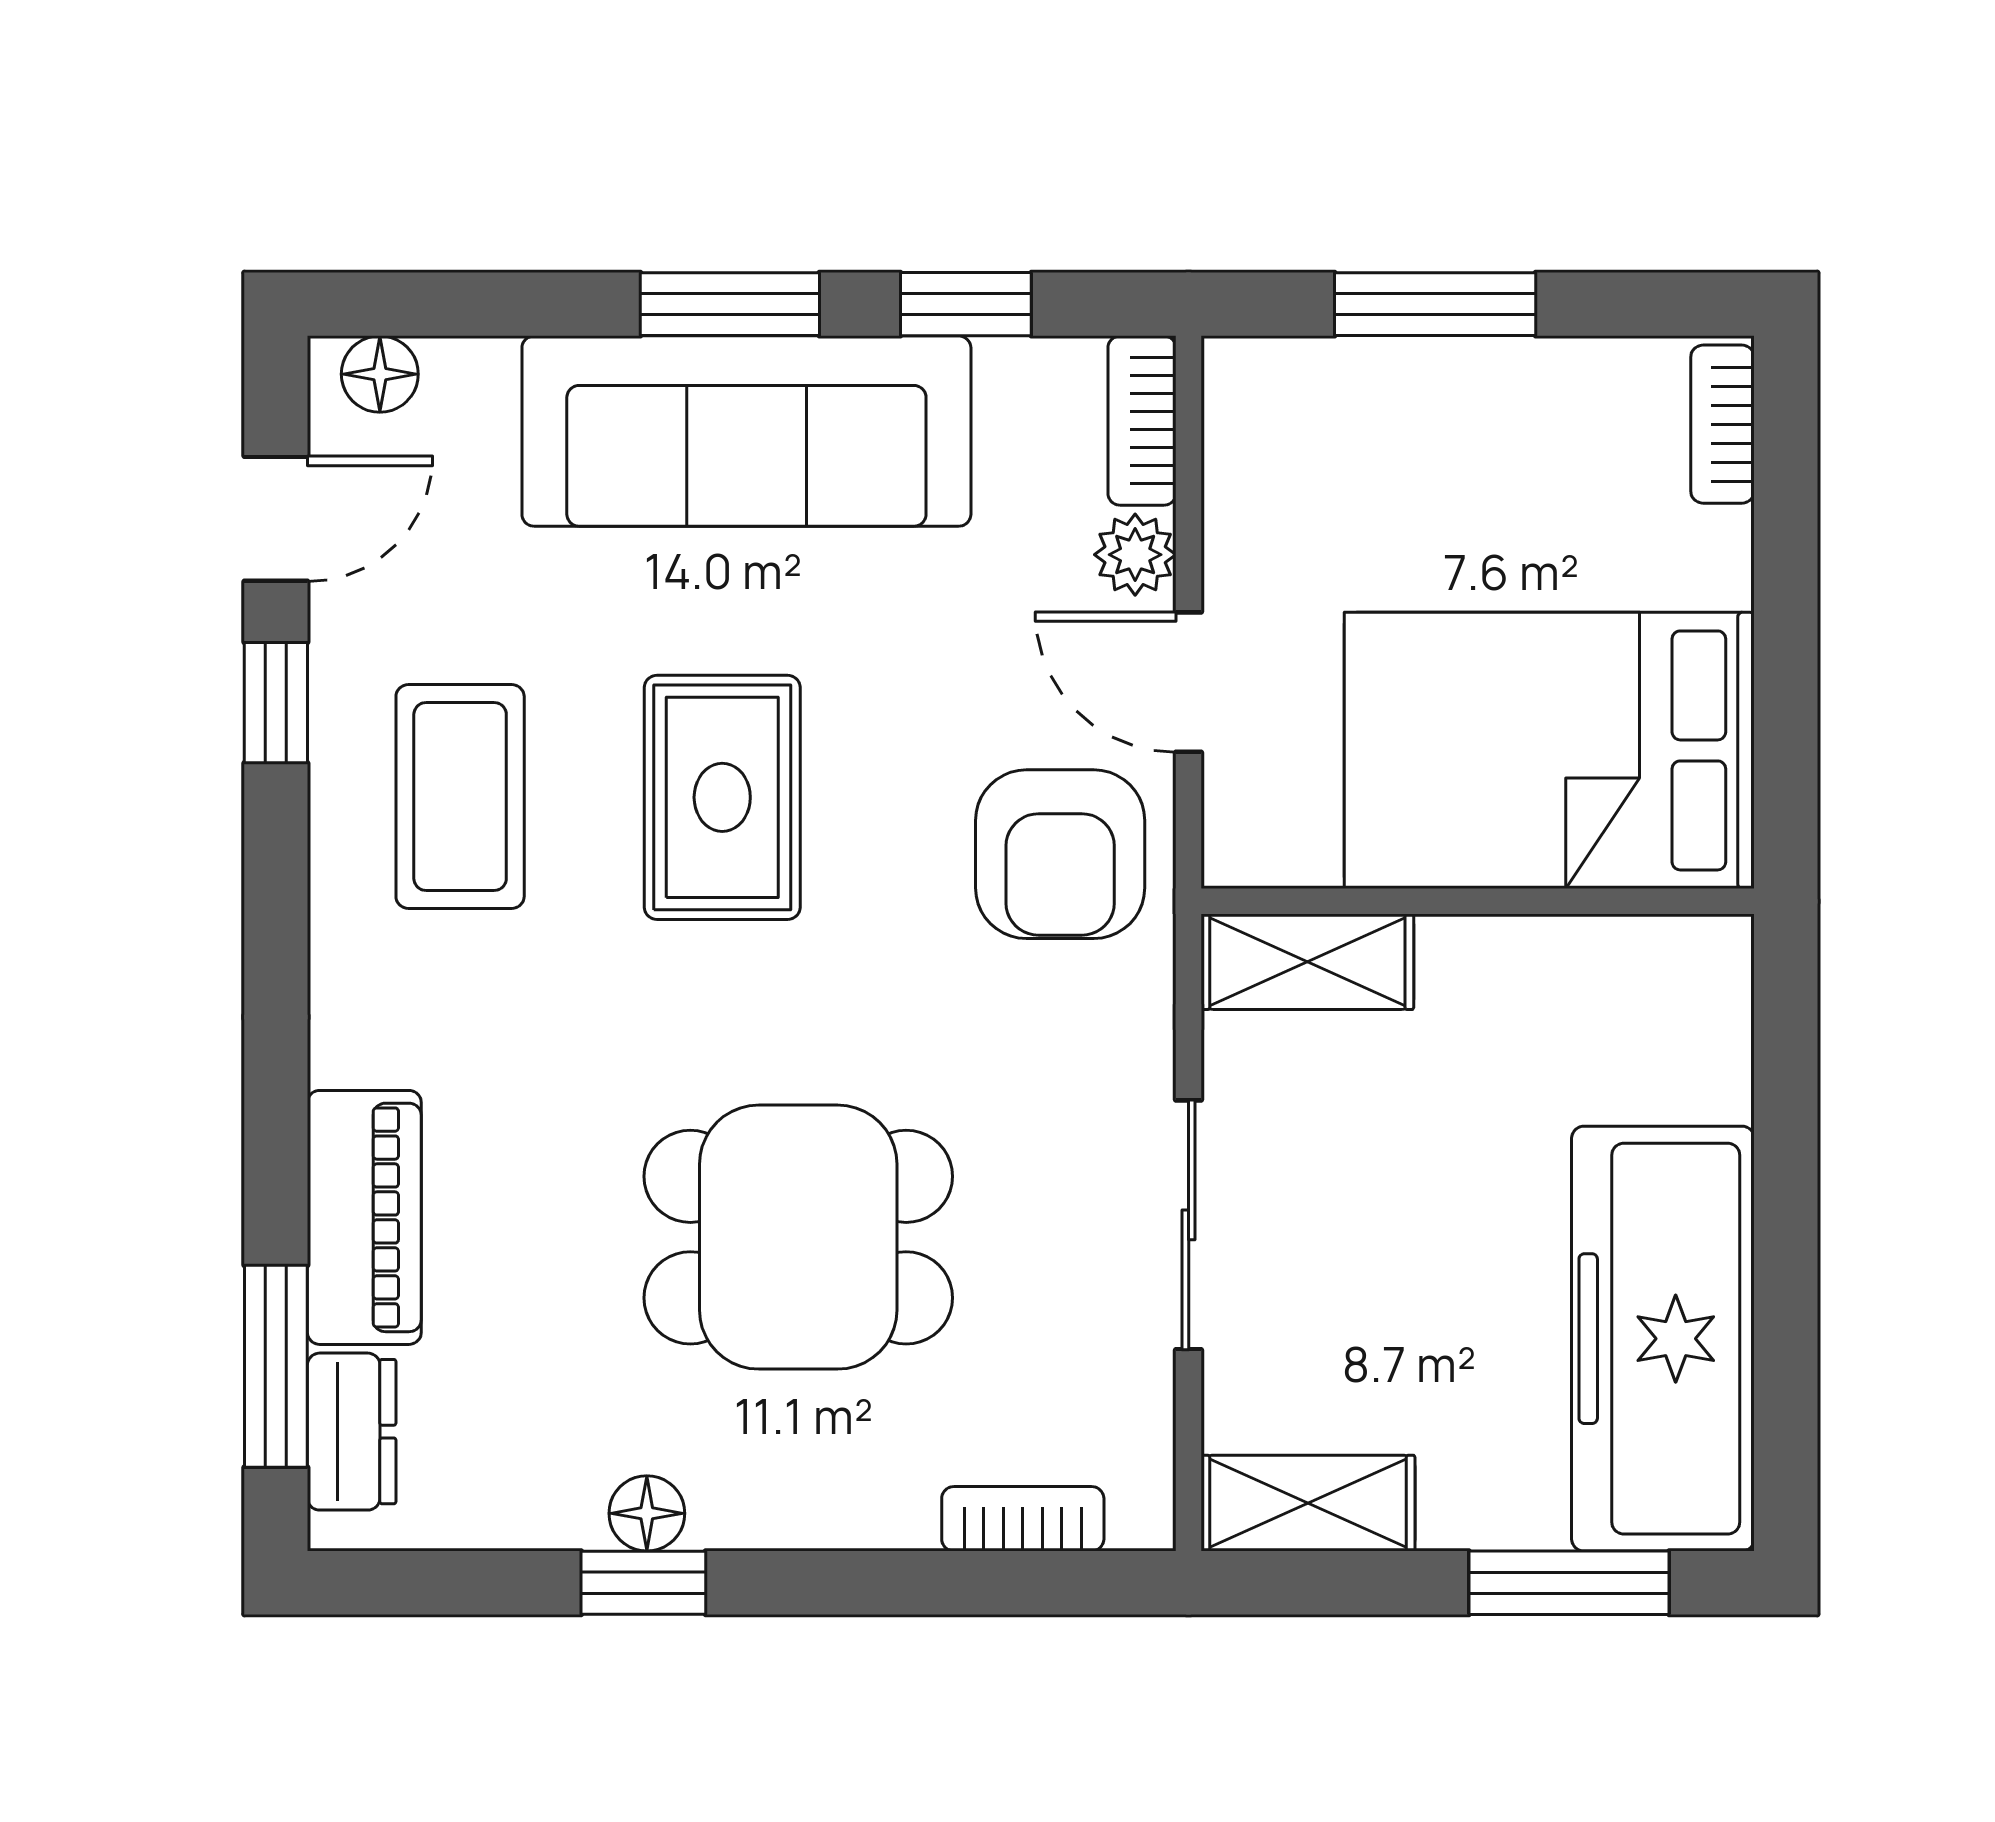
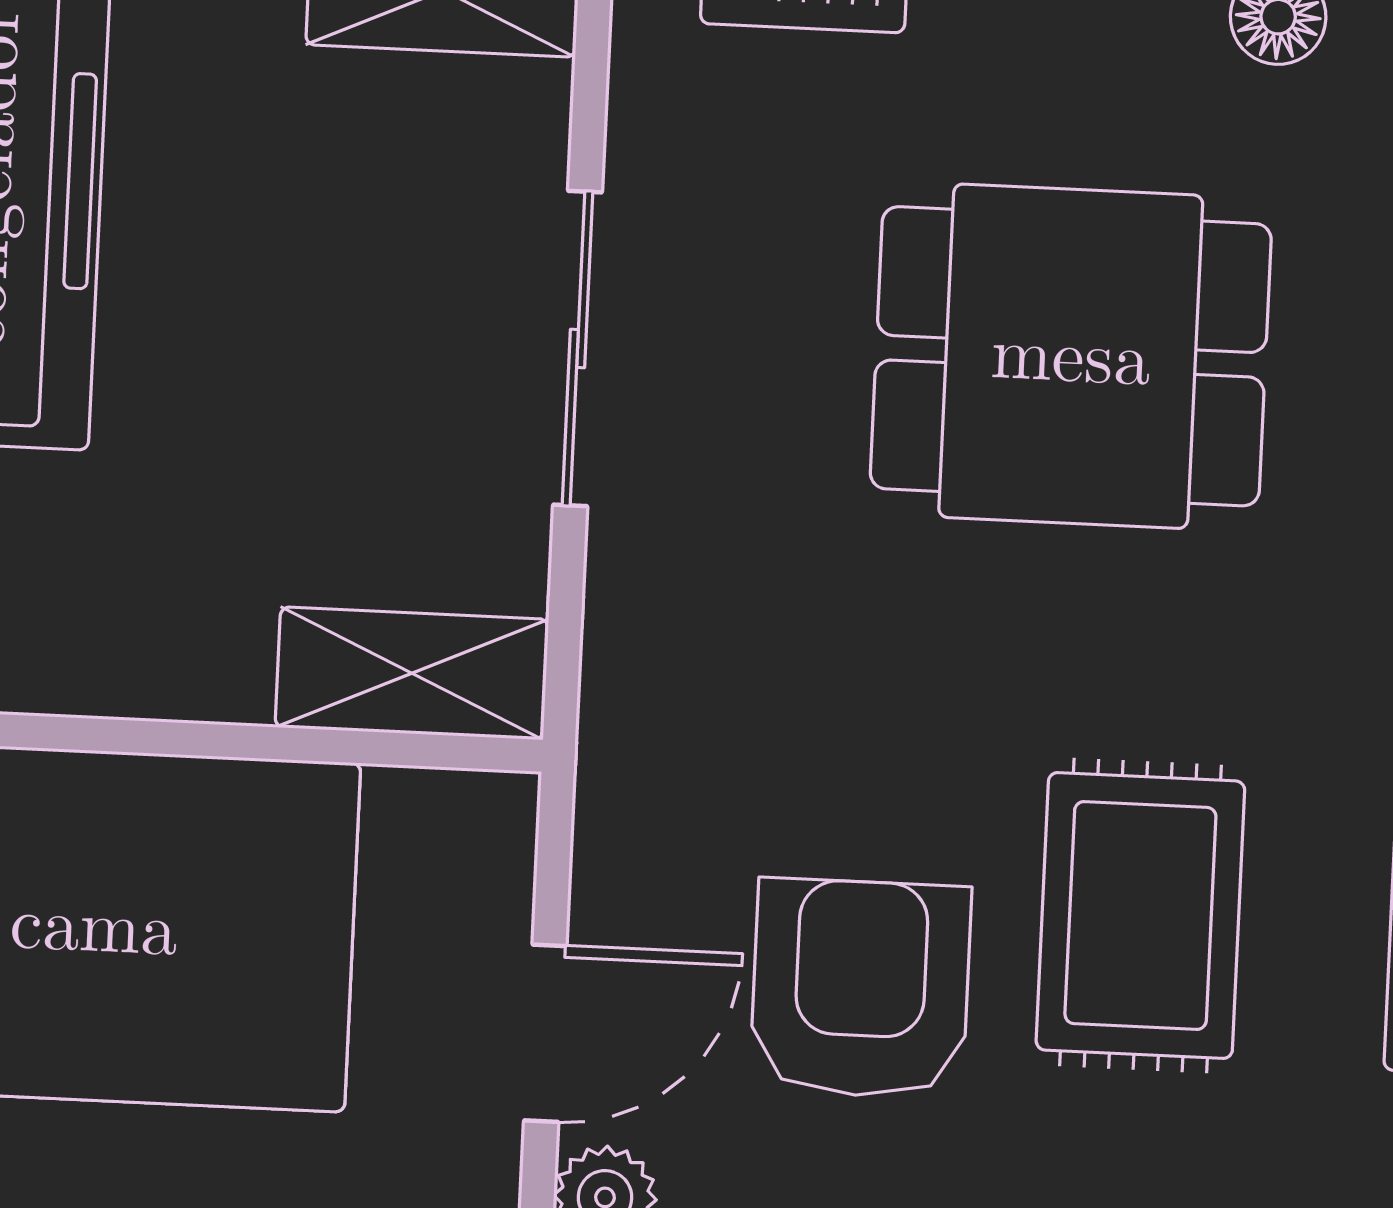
door: (1189, 682) -> (545, 1033), hinge flipped
armchair: (1060, 854) -> (860, 989), moved

